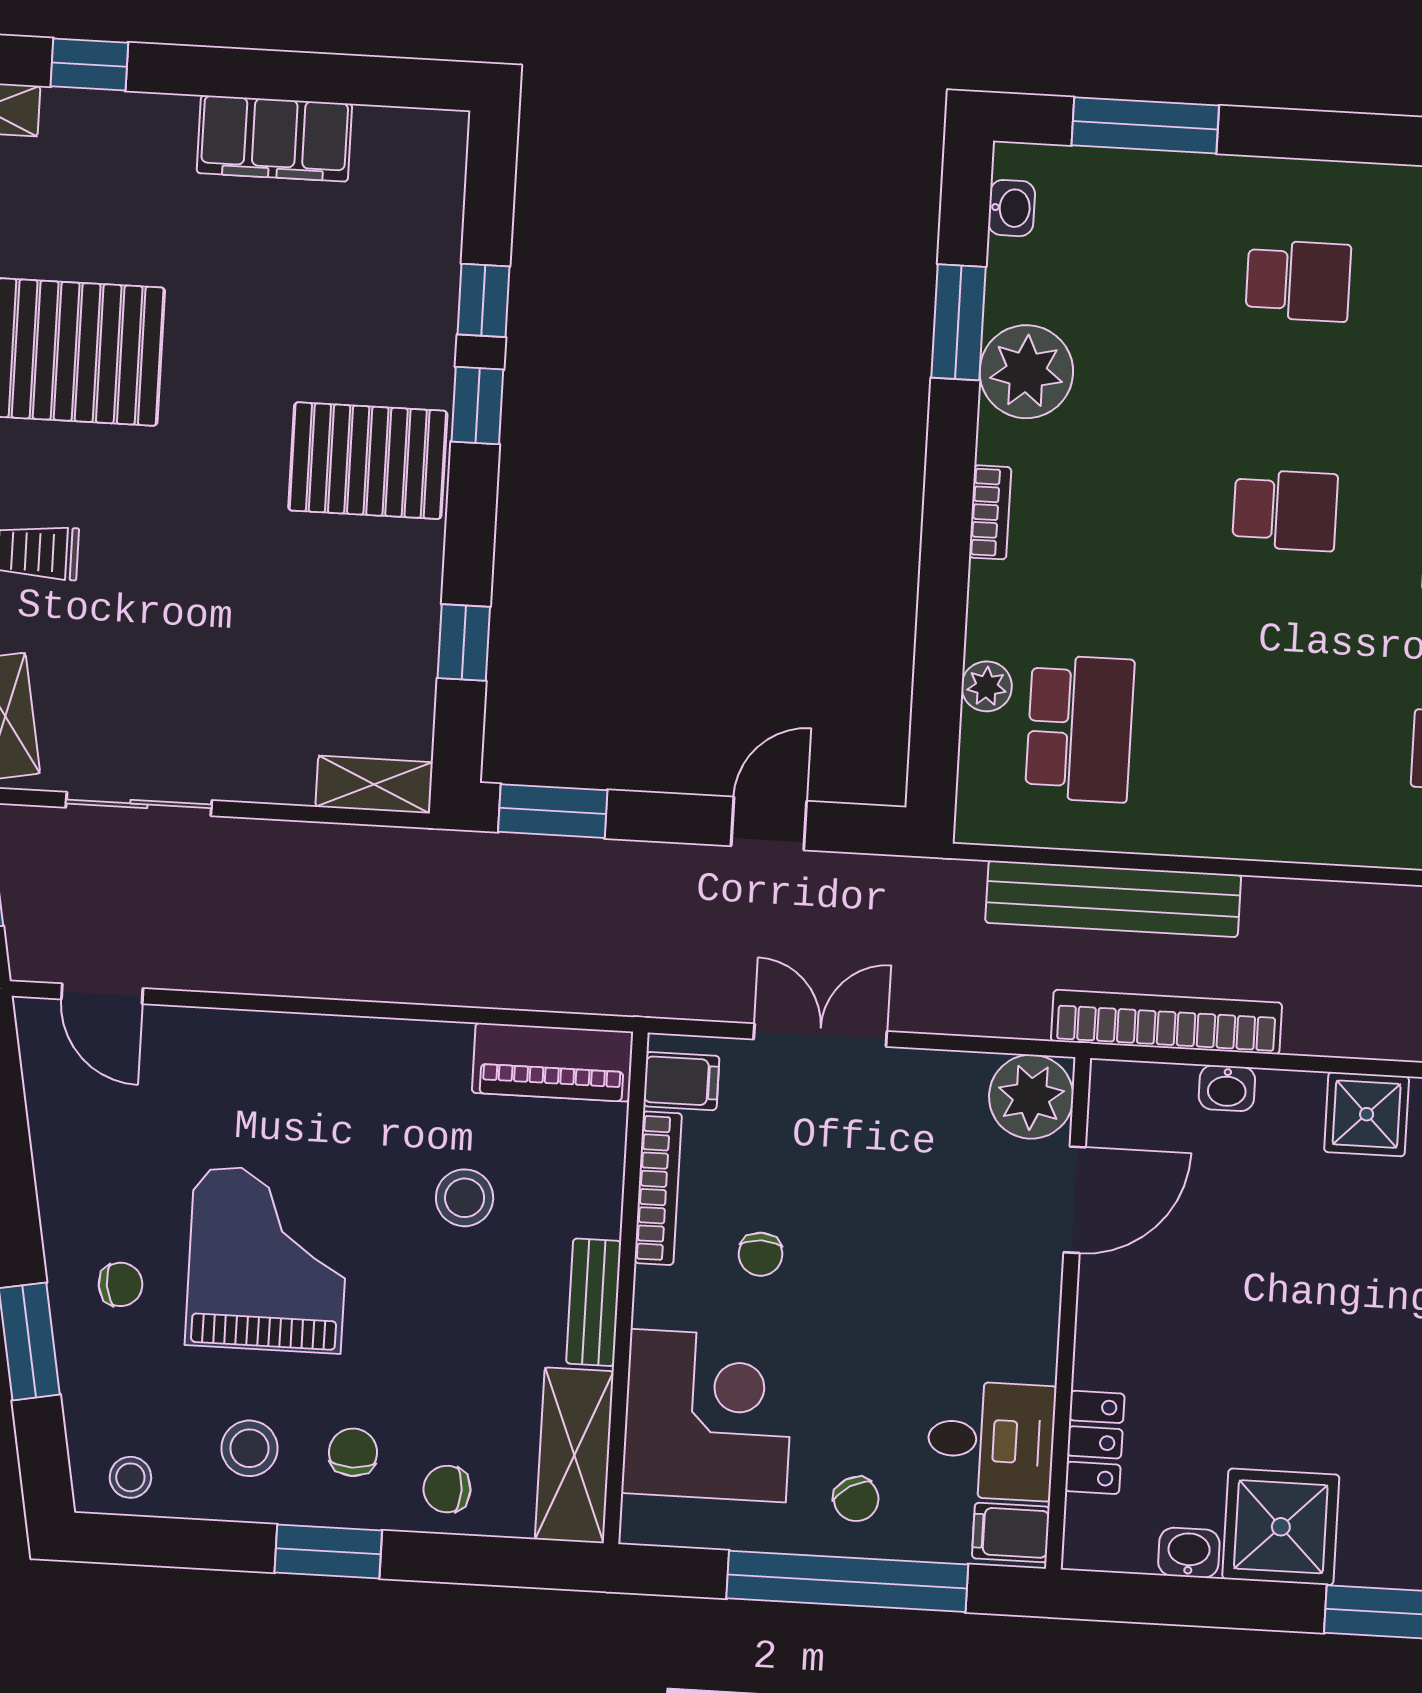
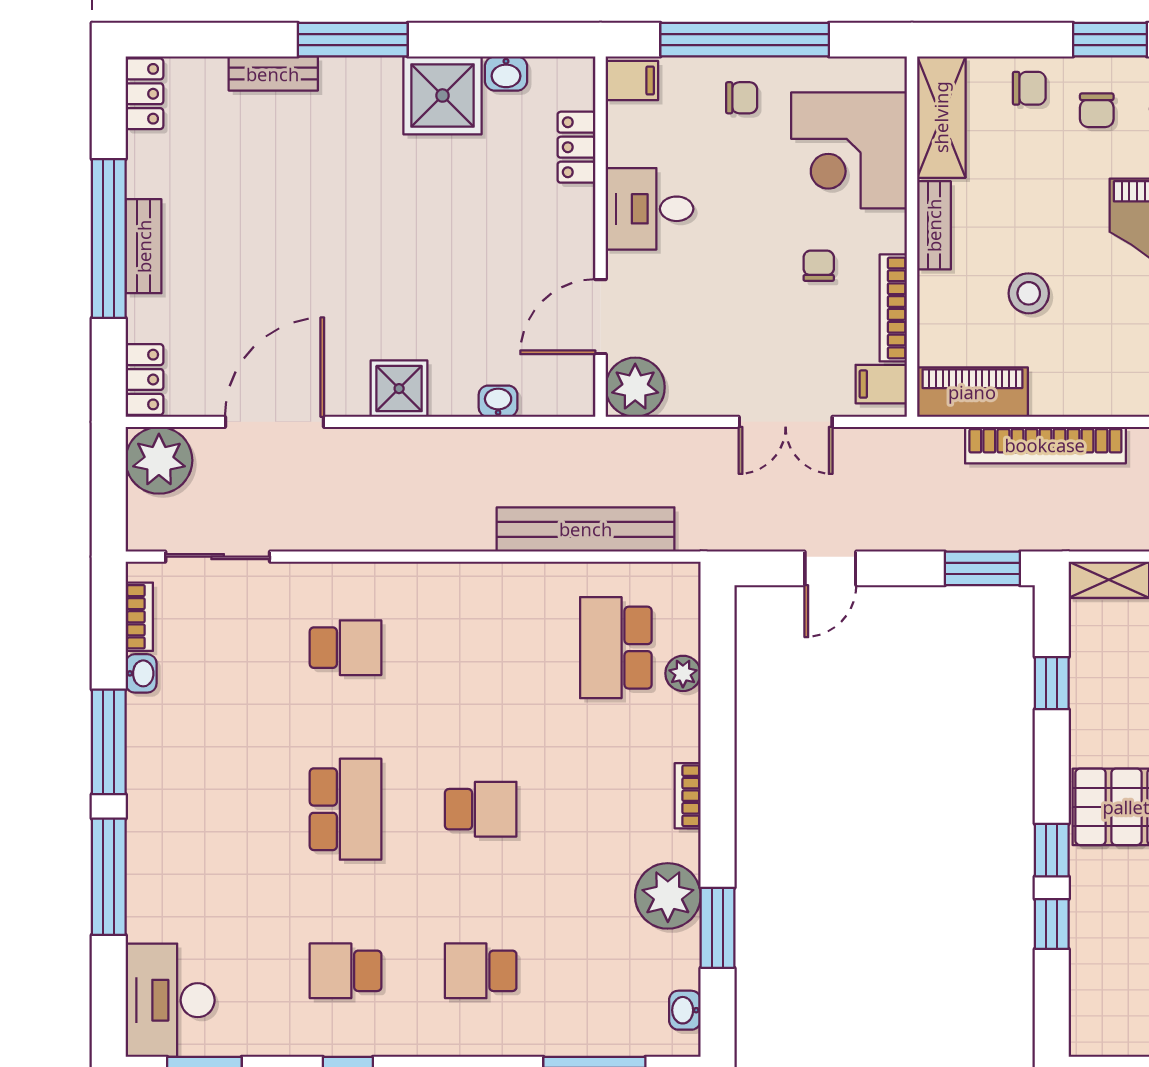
school desk: (1285, 510) -> (481, 809), turned 180
bookcase: (1166, 1022) -> (1045, 445), moved
desk: (991, 1441) -> (649, 209), moved
chair: (856, 1499) -> (742, 98), turned 120

